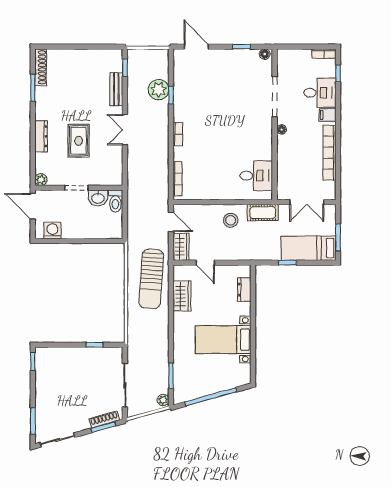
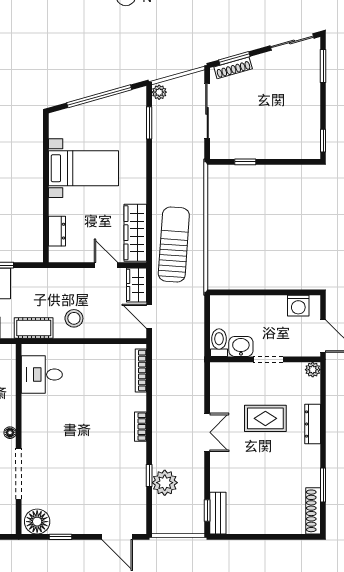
floor lamp: (265, 54) -> (37, 522), width x1.89, depth x1.89
bench: (116, 89) -> (218, 513), moved
rug: (79, 141) -> (265, 418), turned 90
wardrobe: (182, 296) -> (135, 233), width x1.50

